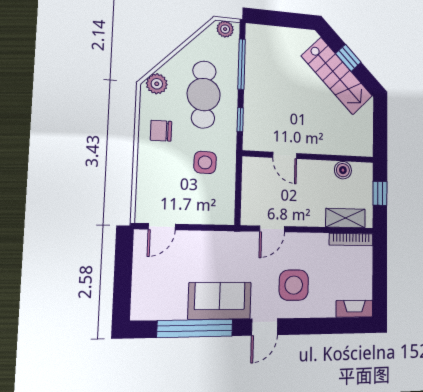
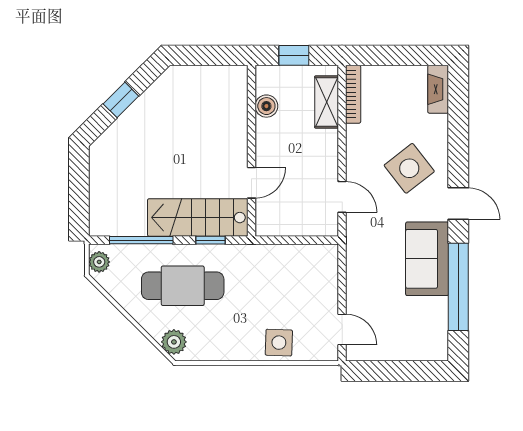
stairs: (337, 76) -> (198, 218), moved, turned -135
chair: (161, 131) -> (230, 335), removed
side table: (205, 162) -> (279, 343), moved
side table: (294, 285) -> (409, 168), turned -38

